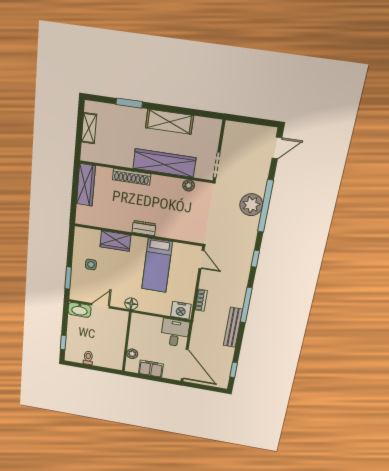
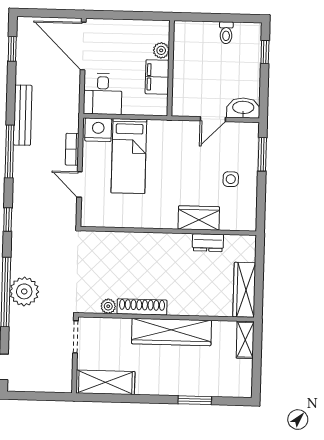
shelving: (169, 122) -> (105, 382), moved
shelving: (89, 128) -> (245, 340), moved
wardrobe: (164, 163) -> (171, 332), moved
shoe rack: (132, 177) -> (142, 307), moved
dresser: (144, 228) -> (208, 243), moved
door: (202, 260) -> (79, 185), moved
bed: (157, 265) -> (129, 156), moved, turned 180
floor lamp: (131, 304) -> (169, 129), removed
filing cabinet: (151, 369) -> (157, 77), moved, turned 90

